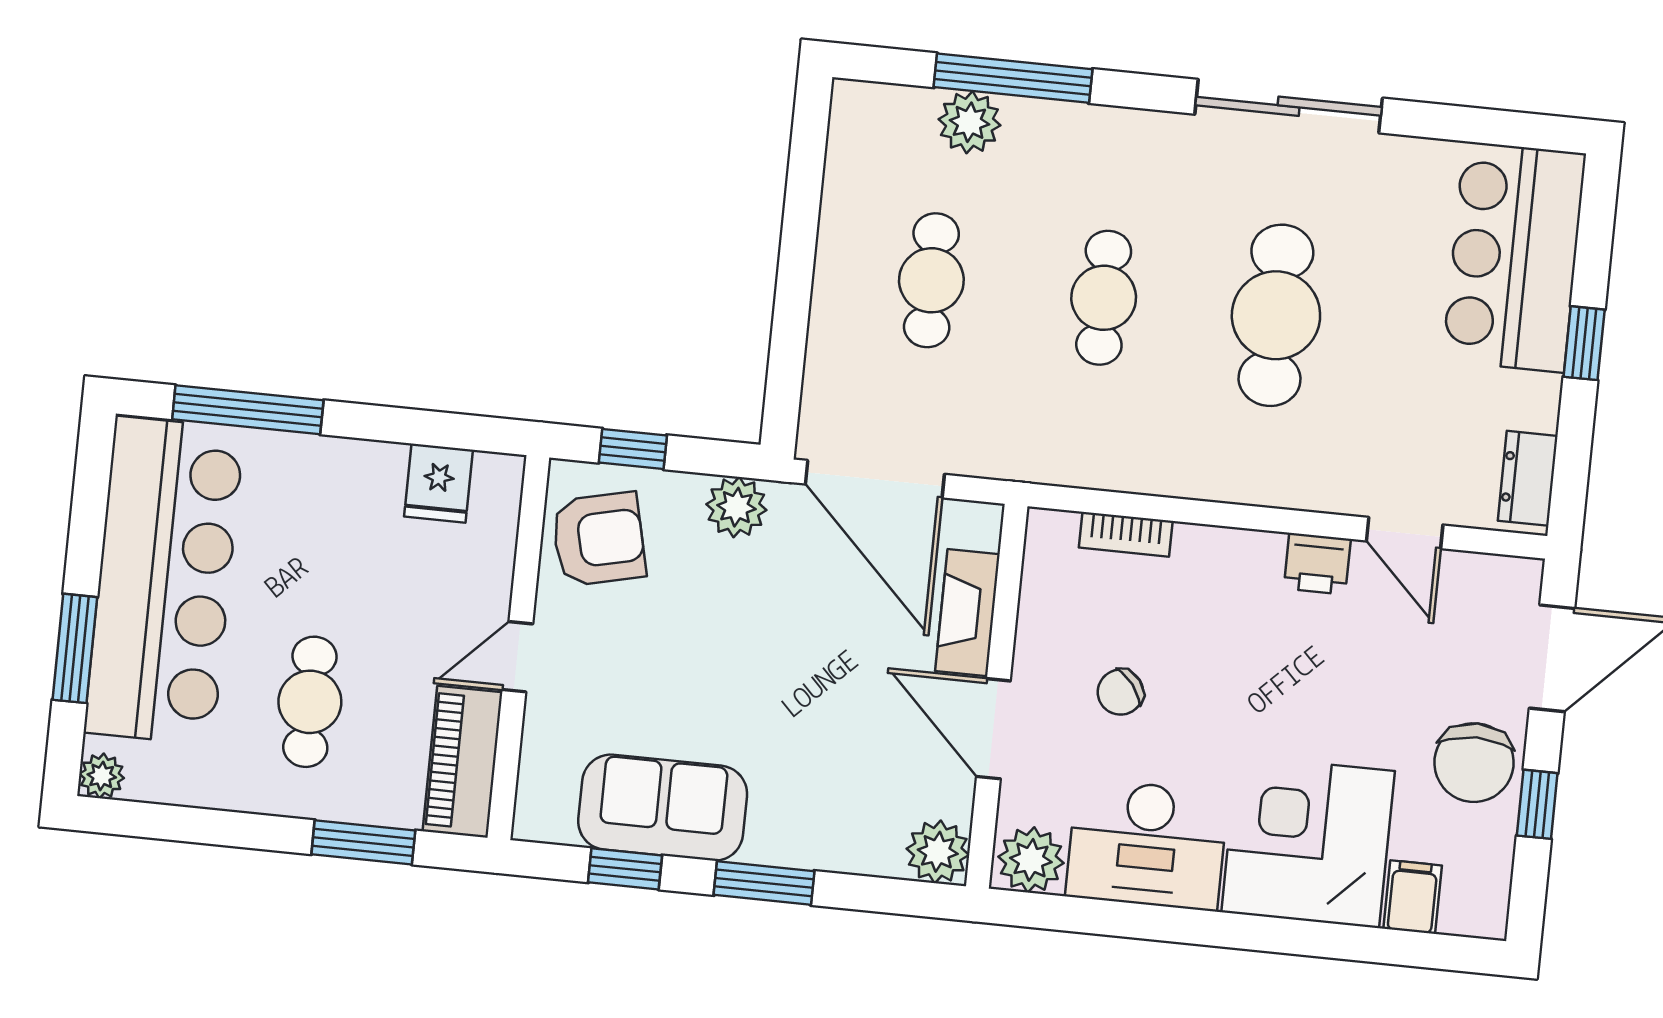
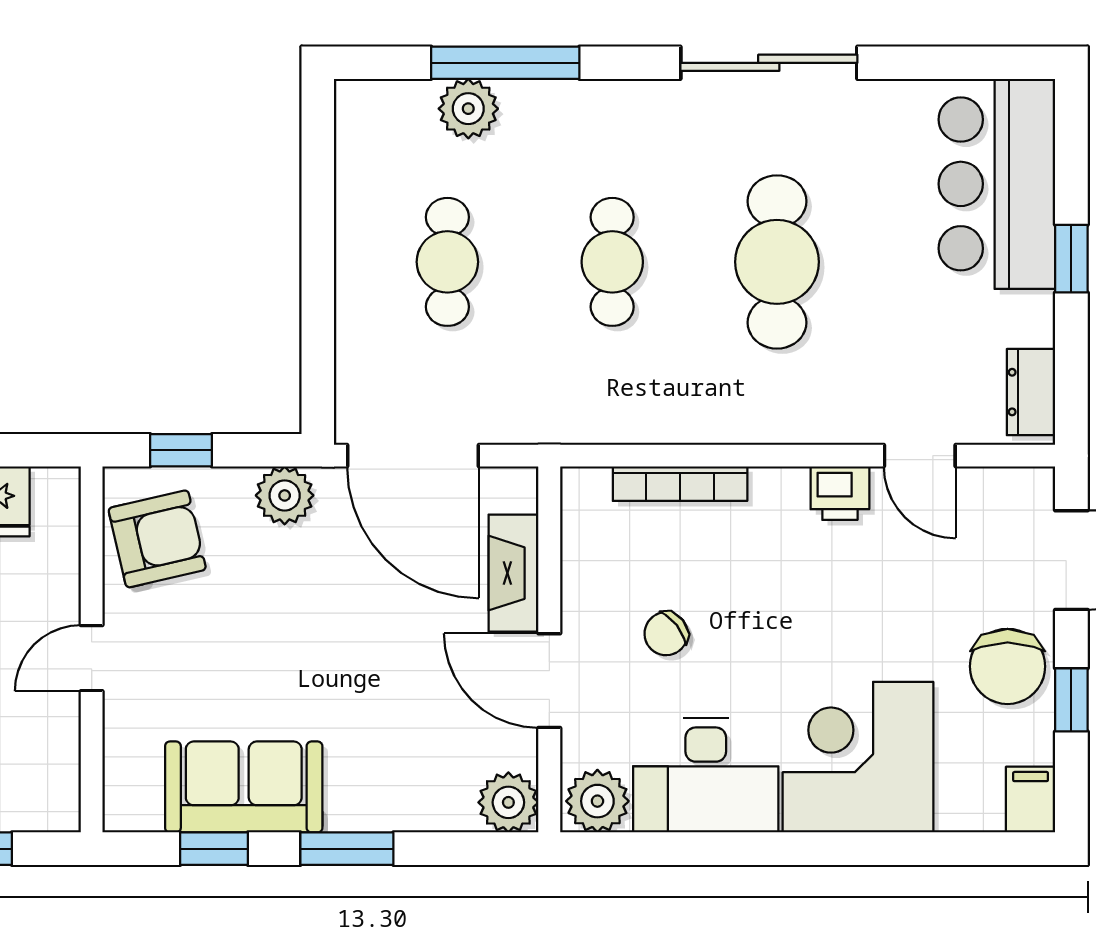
bookcase: (1126, 534) -> (680, 484), width x1.56
piano: (463, 762) -> (50, 763), removed
filing cabinet: (1413, 897) -> (1031, 800), moved

